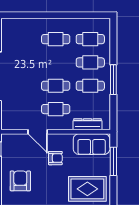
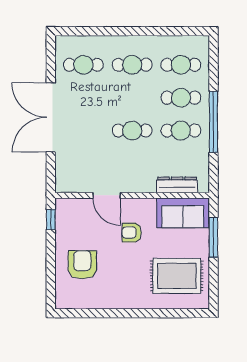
window: (113, 80) -> (213, 122), width x1.46
cafe table: (56, 109) -> (83, 65), moved
armchair: (55, 158) -> (132, 232), turned 180

